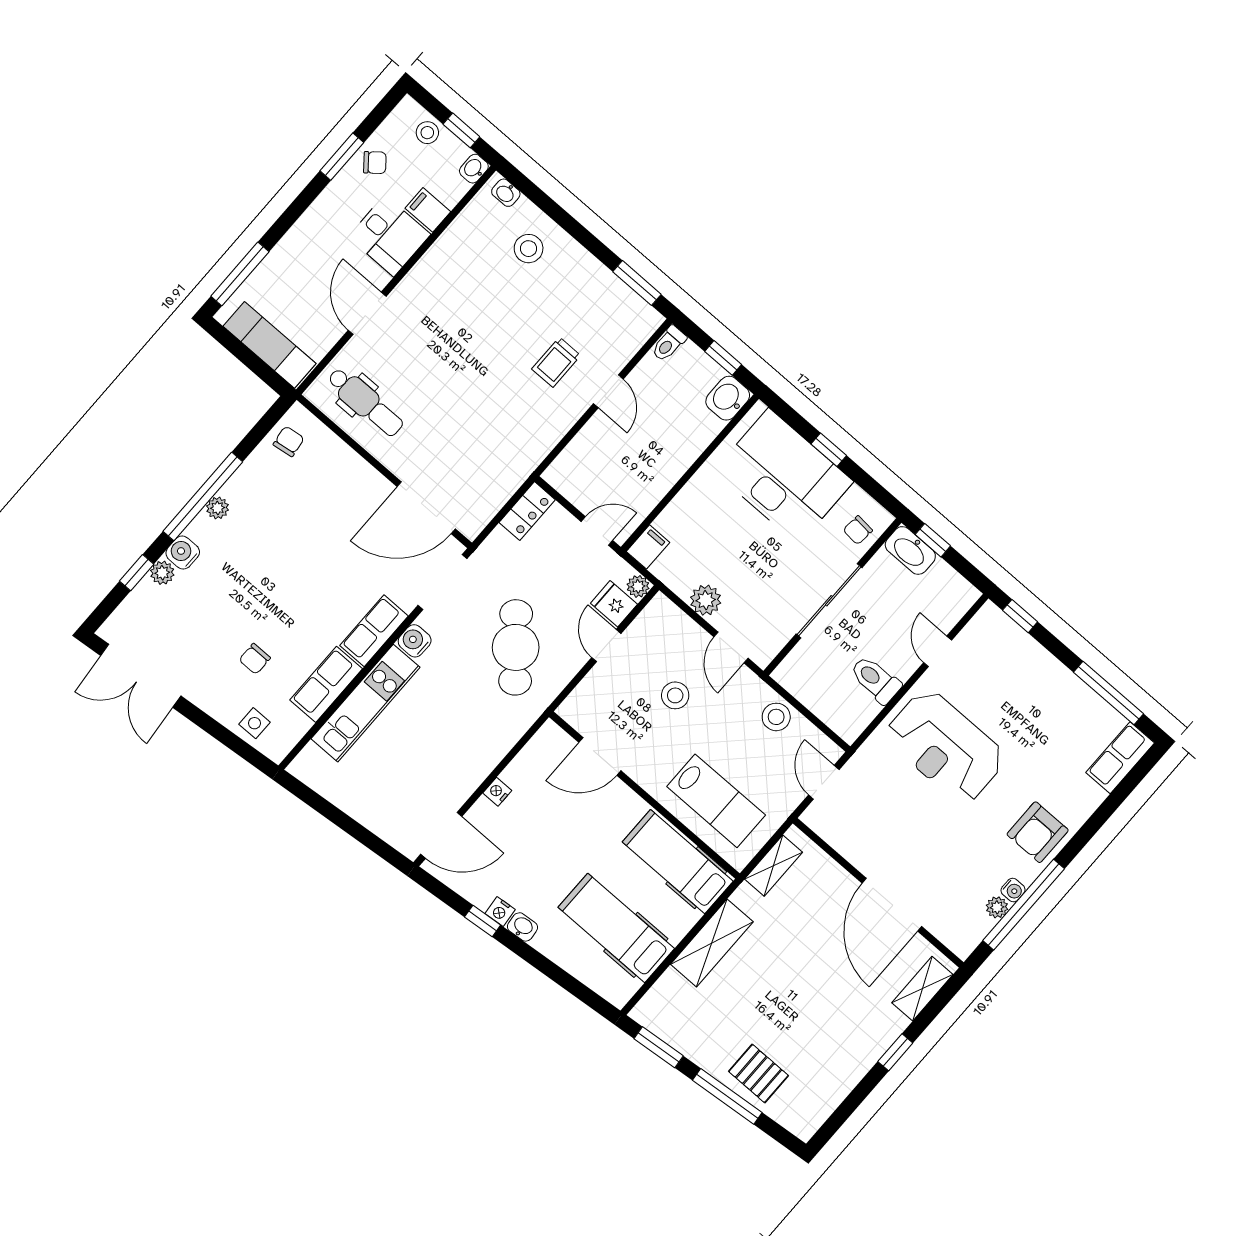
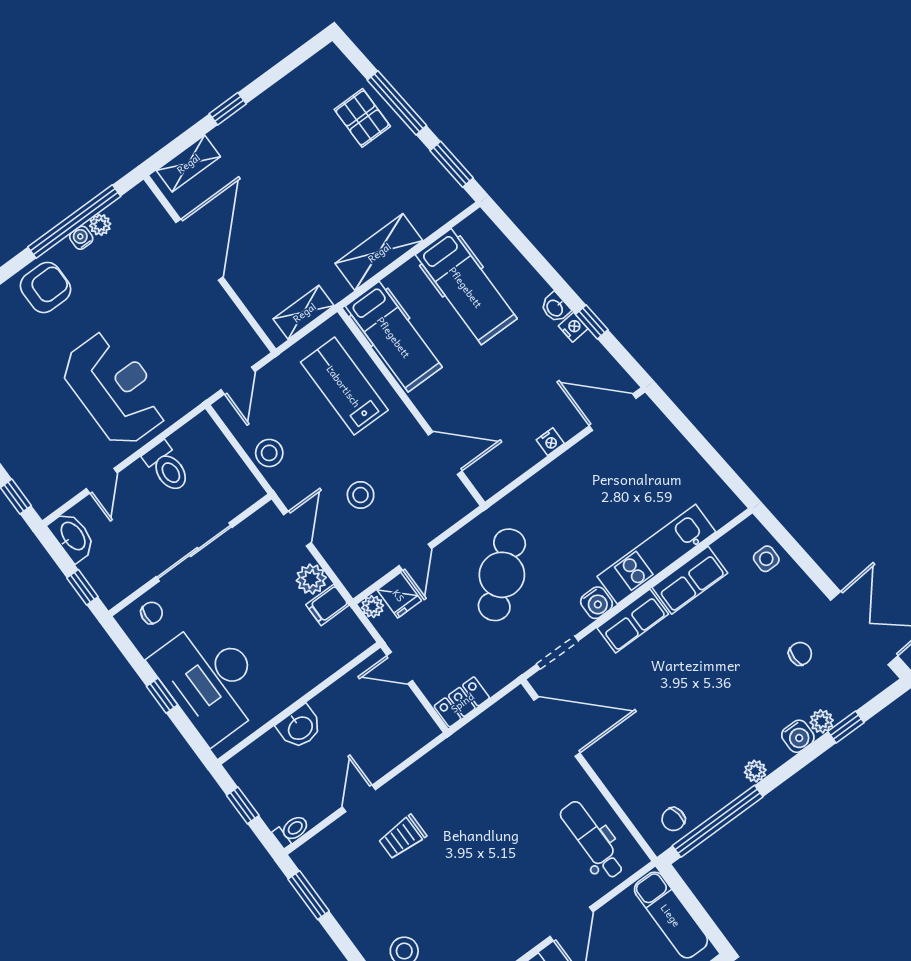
trolley: (556, 362) -> (402, 837), turned 180
washbasin: (728, 398) -> (300, 727), moved
window: (203, 497) -> (718, 821), moved
filing cabinet: (648, 547) -> (327, 605), moved
washbasin: (910, 550) -> (72, 537), moved
doorway: (442, 582) -> (557, 653), width x0.73
chair: (255, 659) -> (800, 654), moved

